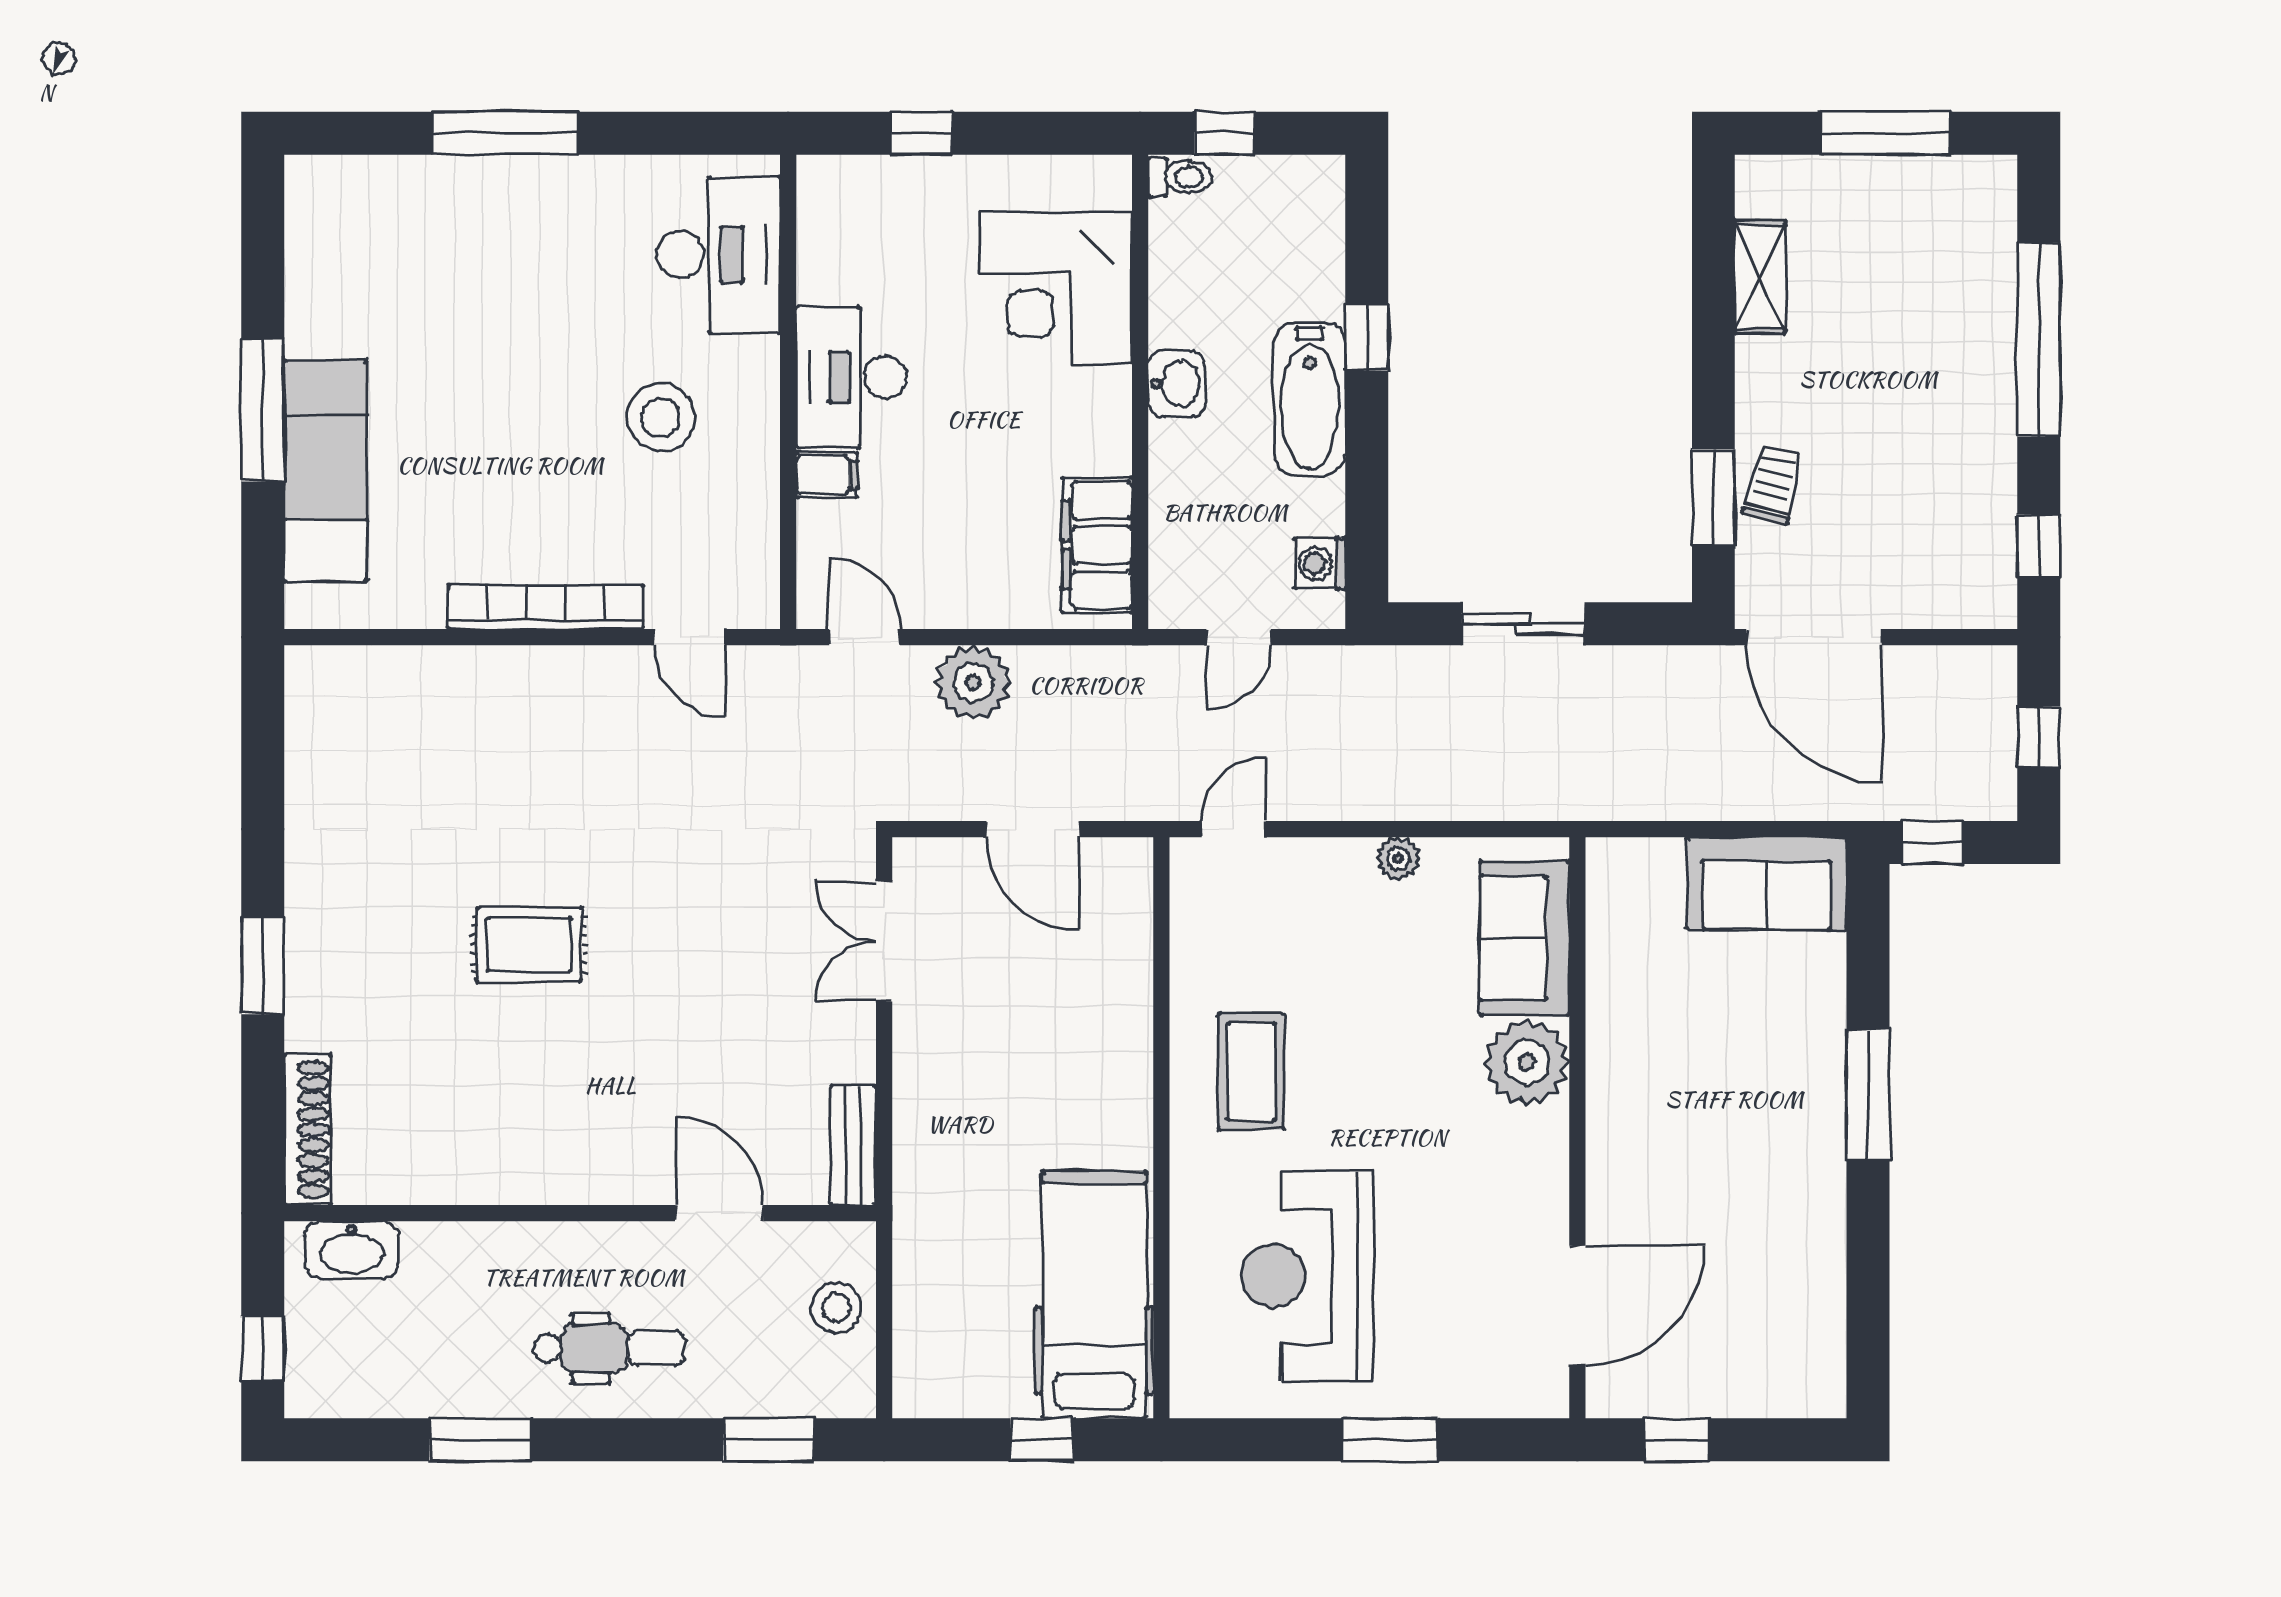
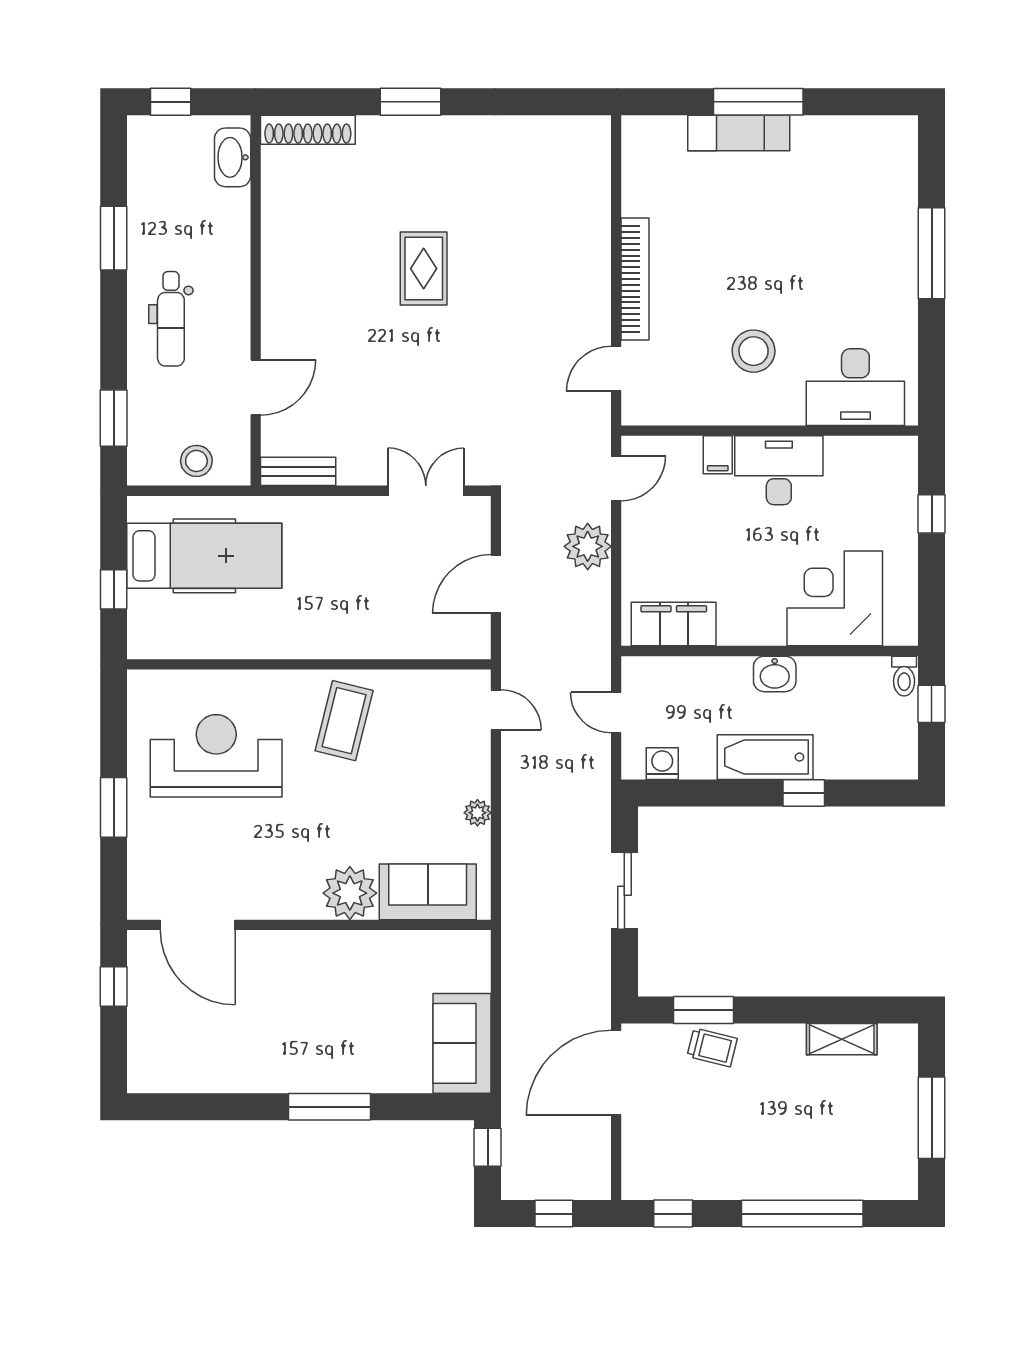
exam couch: (326, 471) -> (739, 133), width x0.73, depth x0.69
coffee table: (1251, 1072) -> (344, 721), turned -76
hospital bed: (1094, 1295) -> (204, 556), moved

